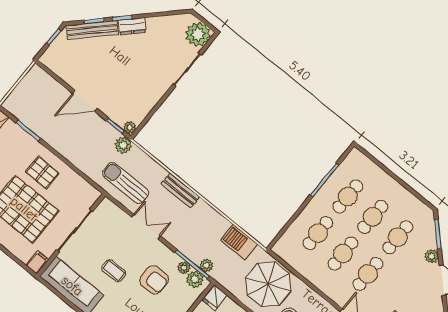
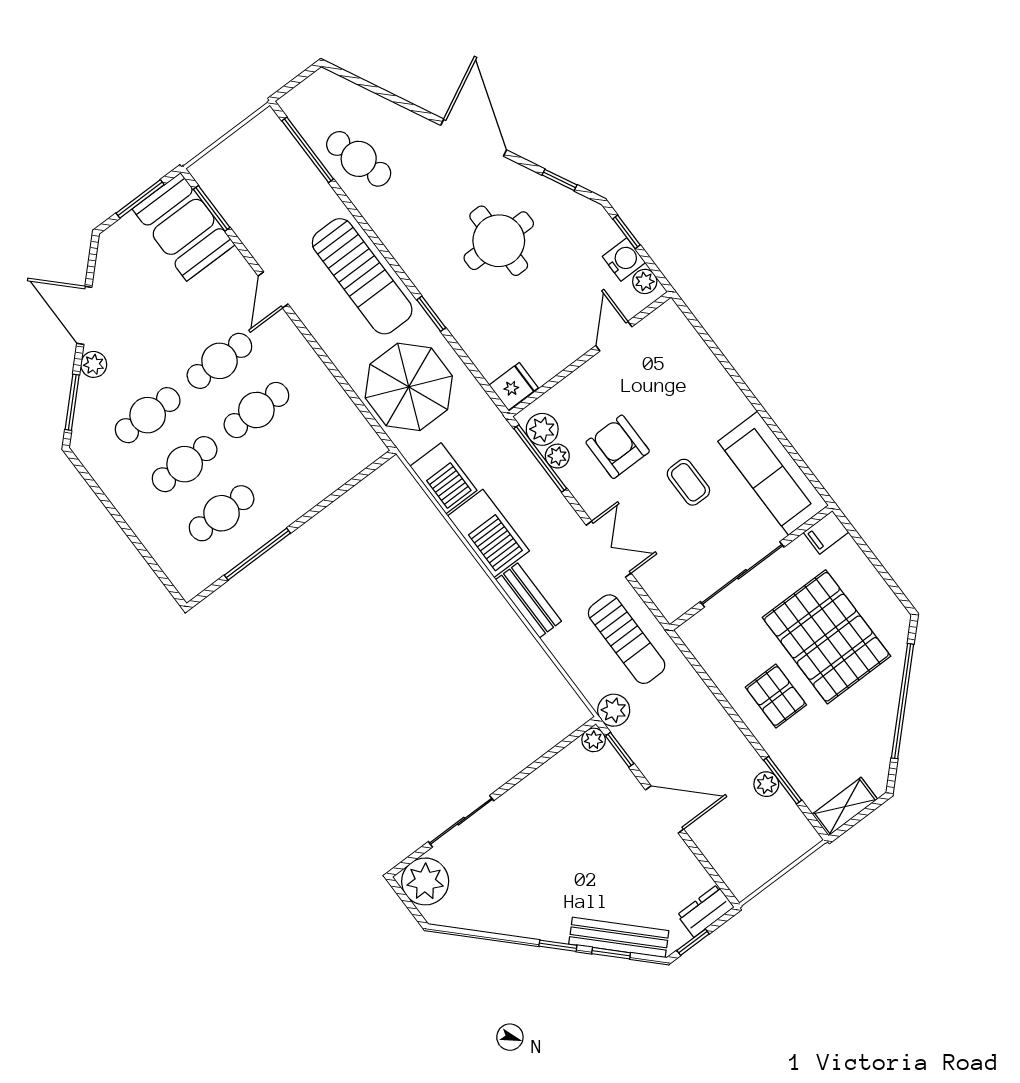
dresser: (132, 26) -> (706, 911), moved, turned -45
barbecue: (209, 220) -> (488, 533), added
double door: (146, 227) -> (609, 549), swing flipped
cafe table: (318, 233) -> (293, 459), removed
plant: (206, 265) -> (766, 784), moved

